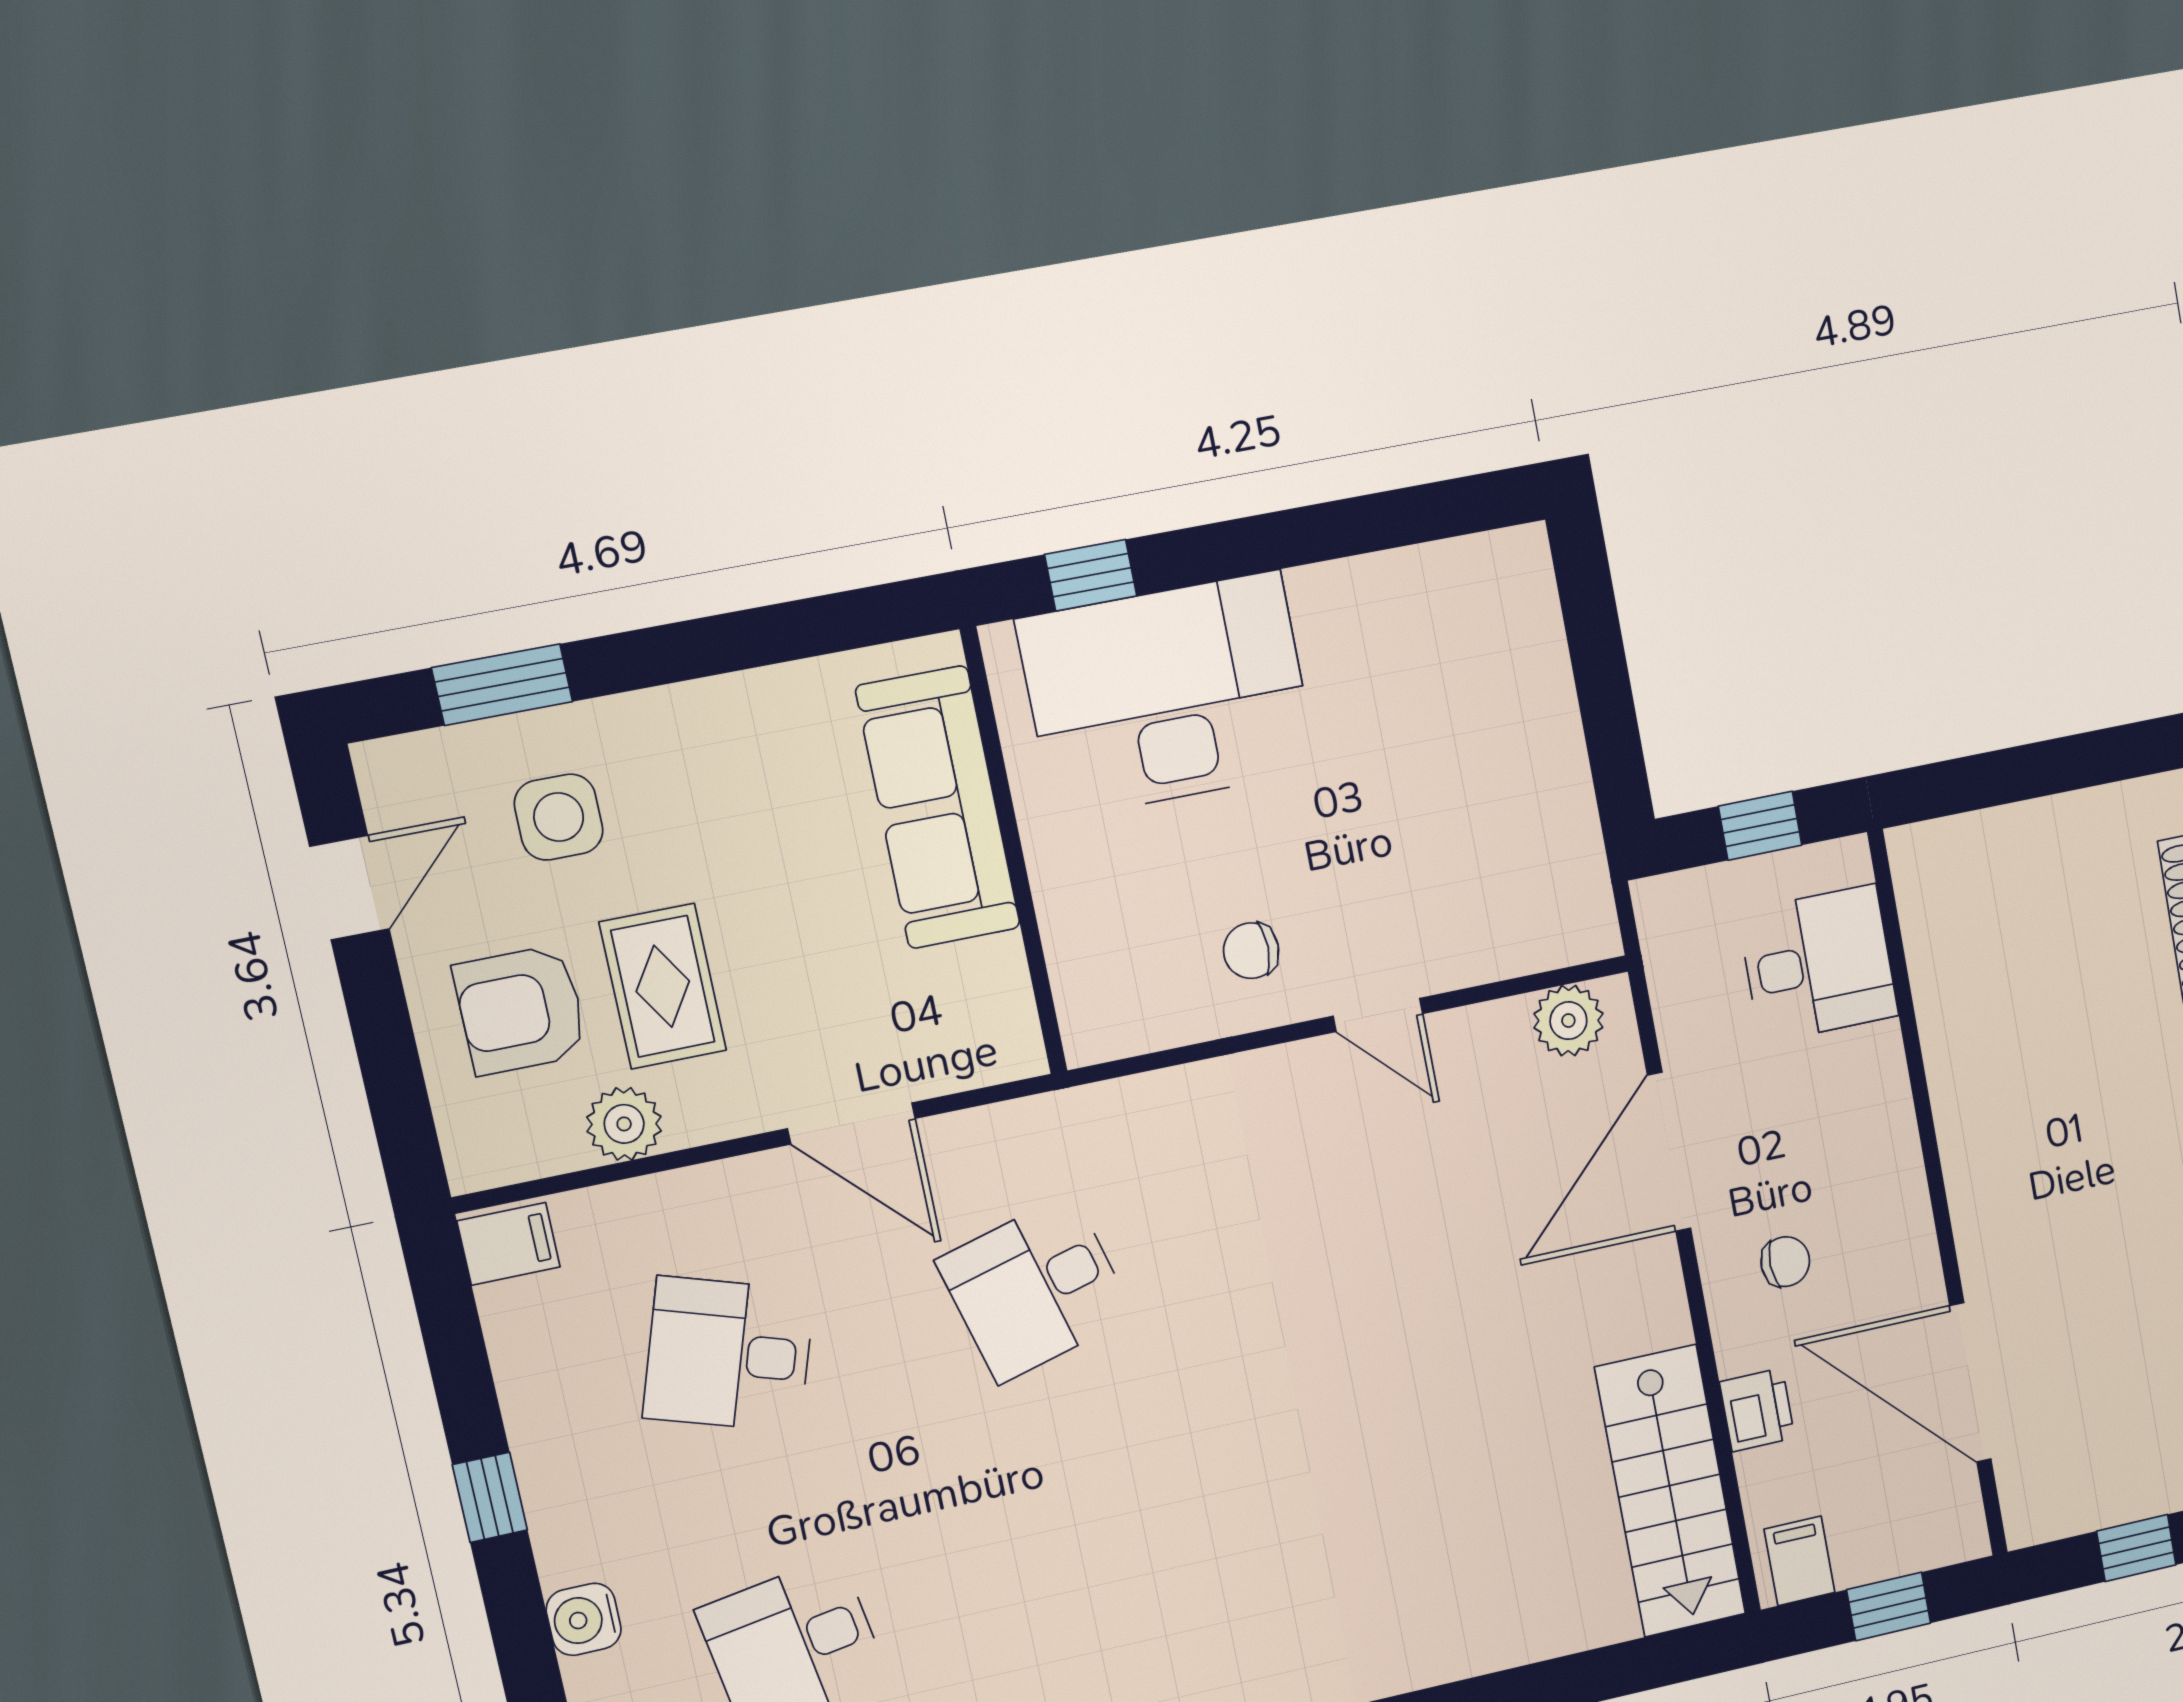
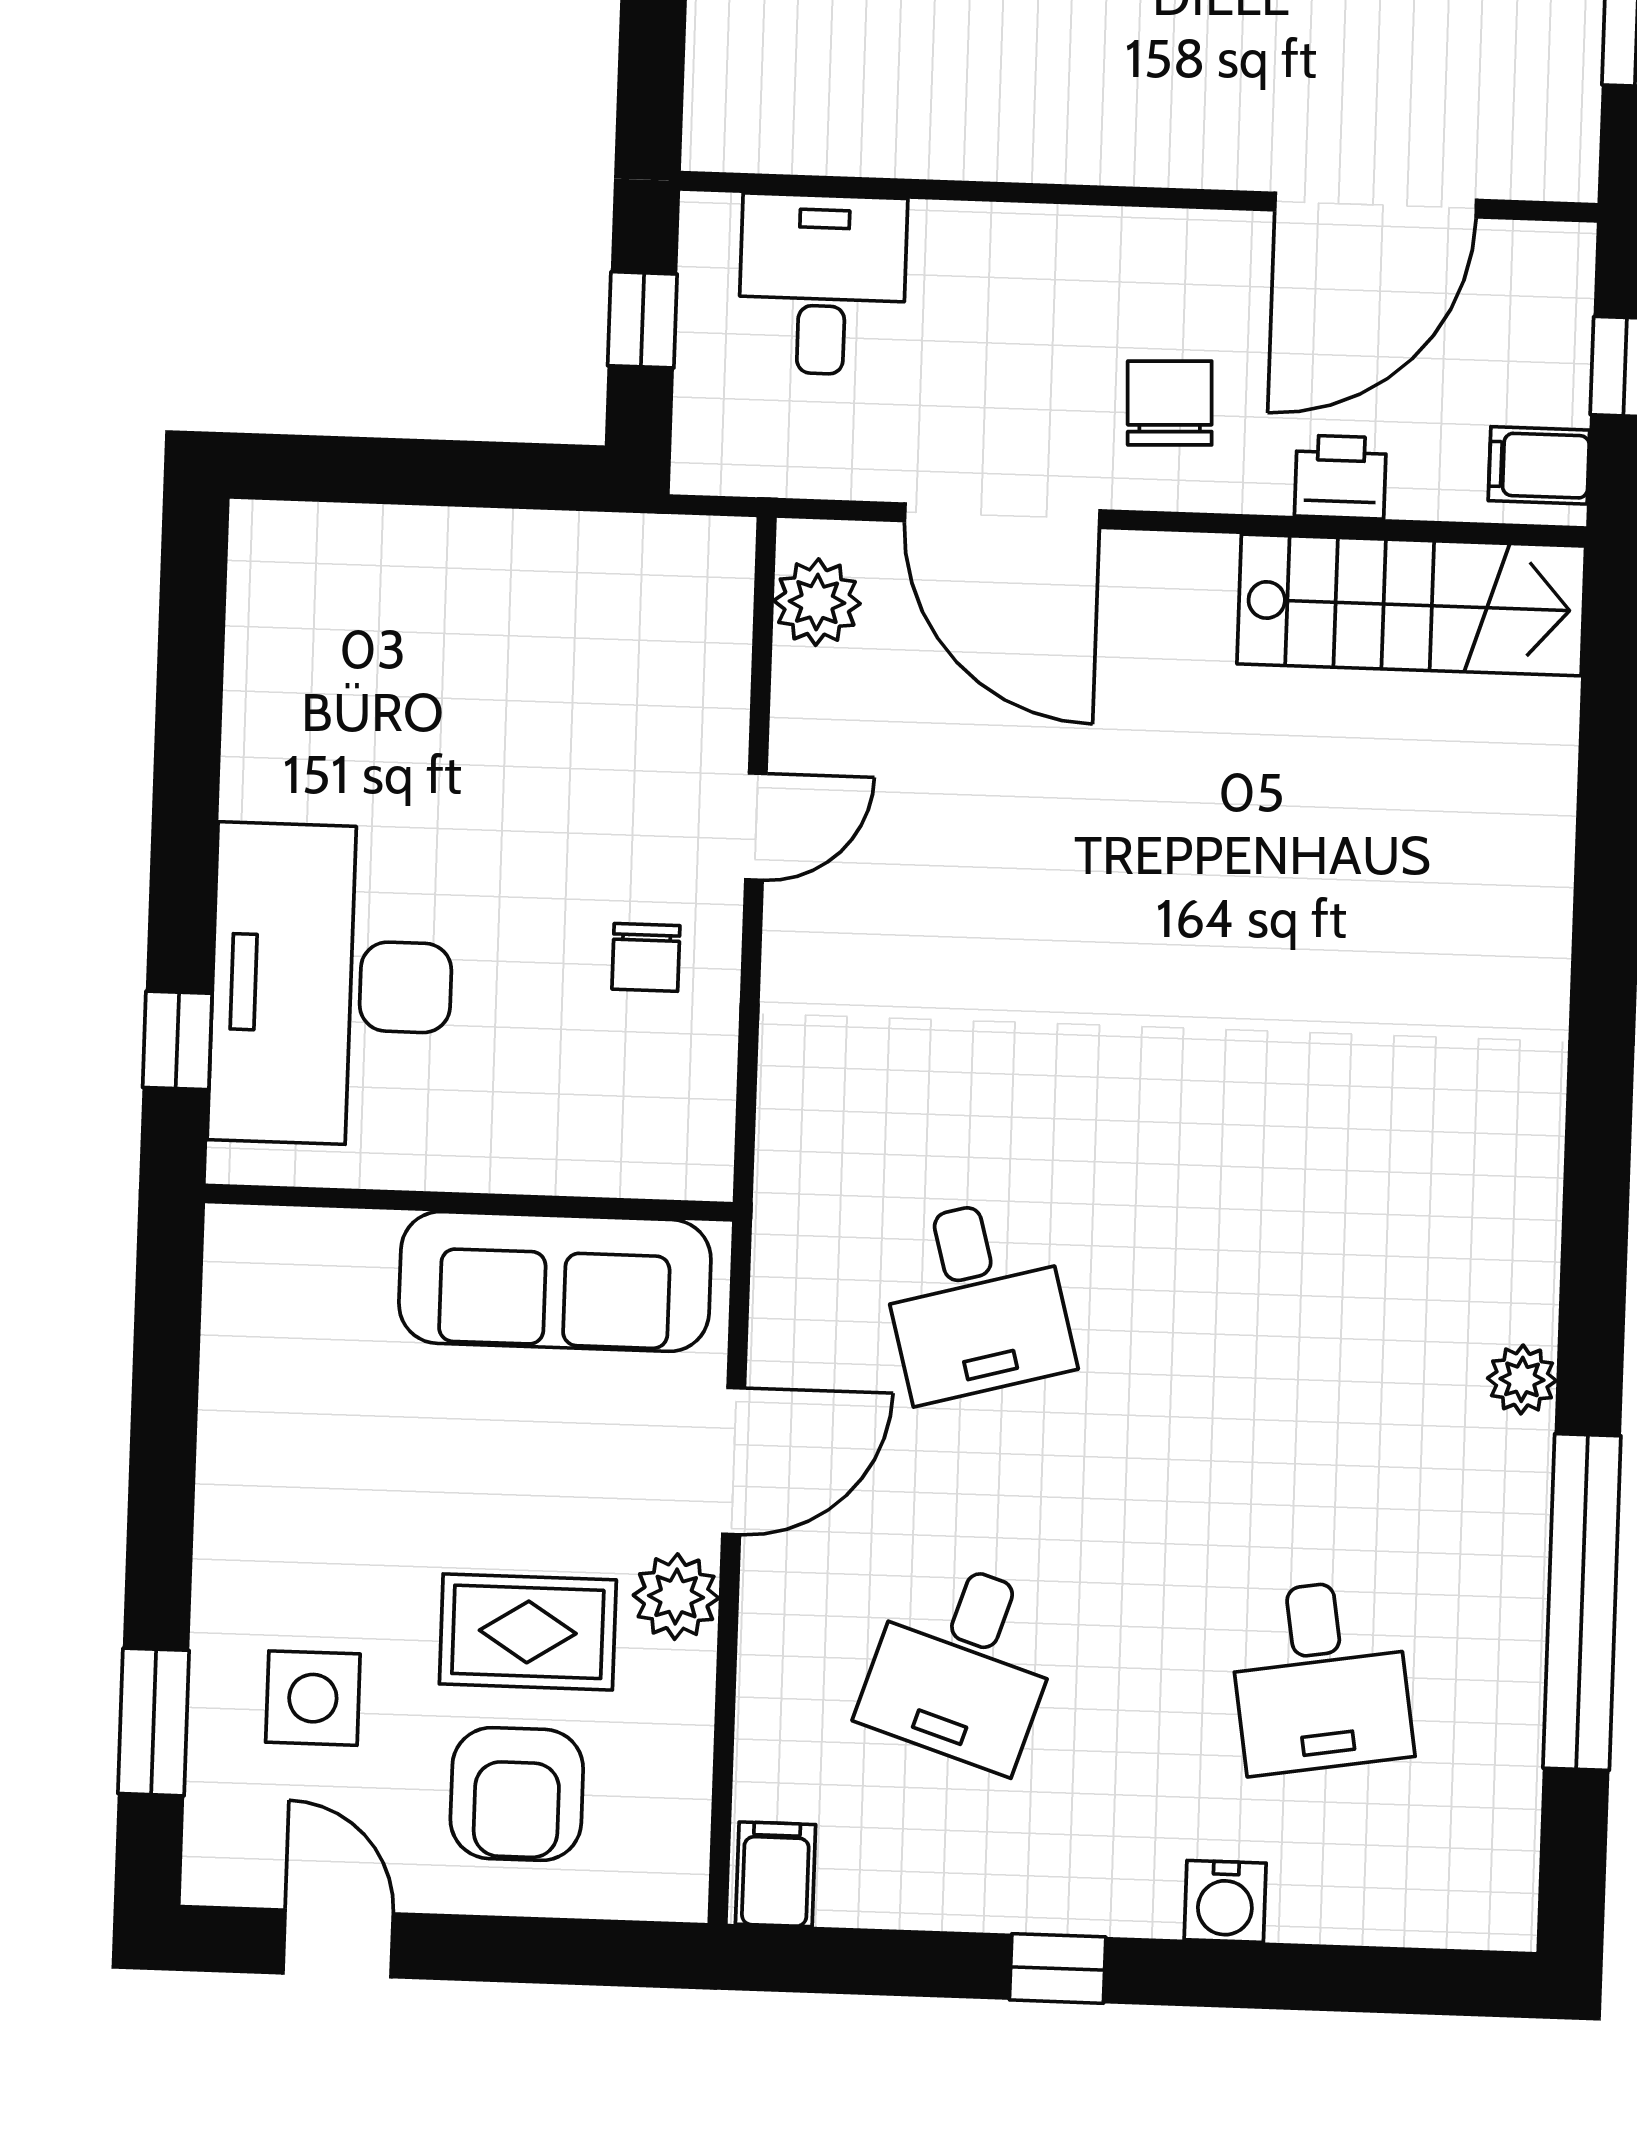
sofa: (938, 807) -> (555, 1282), moved
plant: (624, 1124) -> (676, 1597), moved
chair: (1785, 1262) -> (1170, 403), width x1.37, depth x1.37

